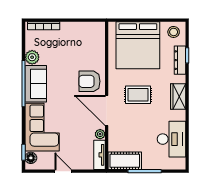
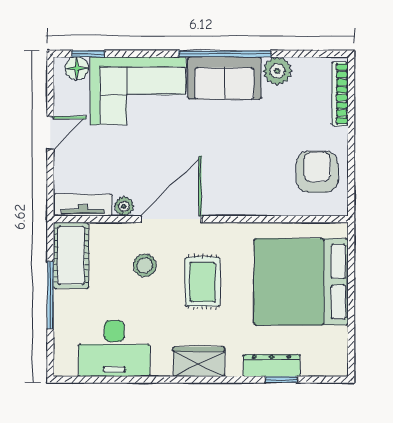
stool: (174, 32) -> (145, 265), moved
armchair: (89, 81) -> (317, 172), moved

